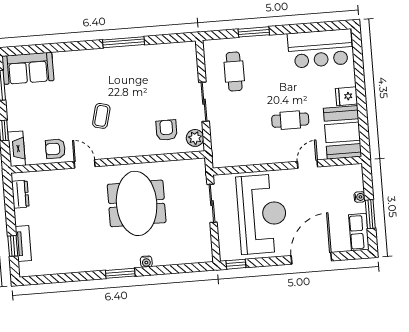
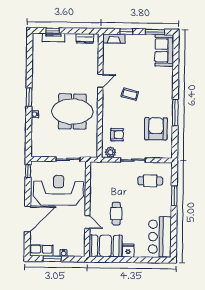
armchair: (55, 149) -> (156, 129), moved, width x1.88, depth x1.88
reception desk: (262, 214) -> (58, 190), turned 180
door: (311, 258) -> (28, 219), hinge flipped

